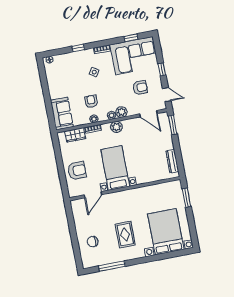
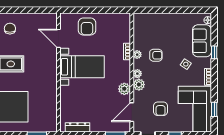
sofa: (62, 114) -> (202, 41), moved, turned 90
plant: (116, 127) -> (124, 89), moved
wardrobe: (75, 135) -> (124, 32), removed

